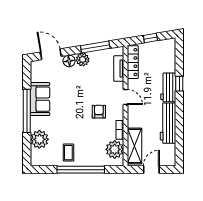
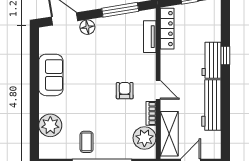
plant: (83, 60) -> (104, 25), removed
door: (125, 97) -> (158, 90), moved
window: (27, 111) -> (34, 90), removed

